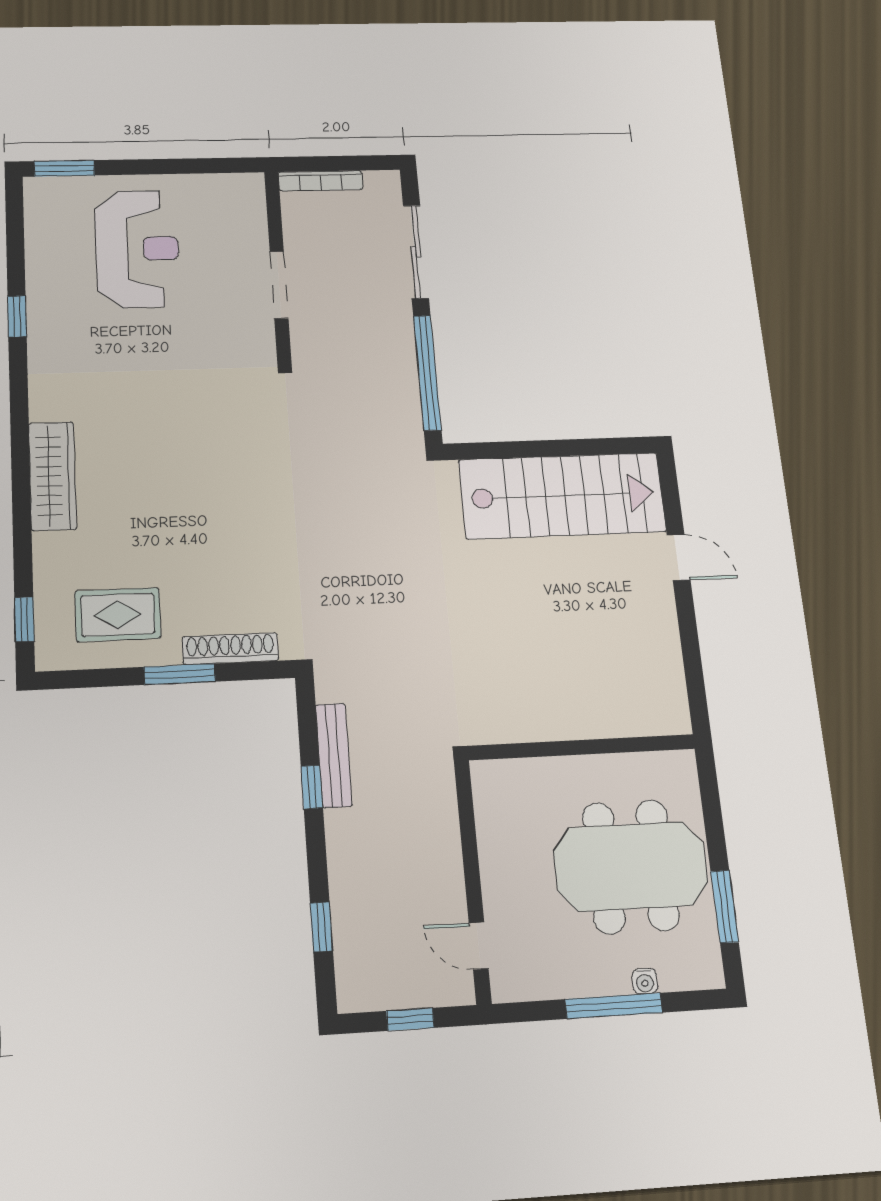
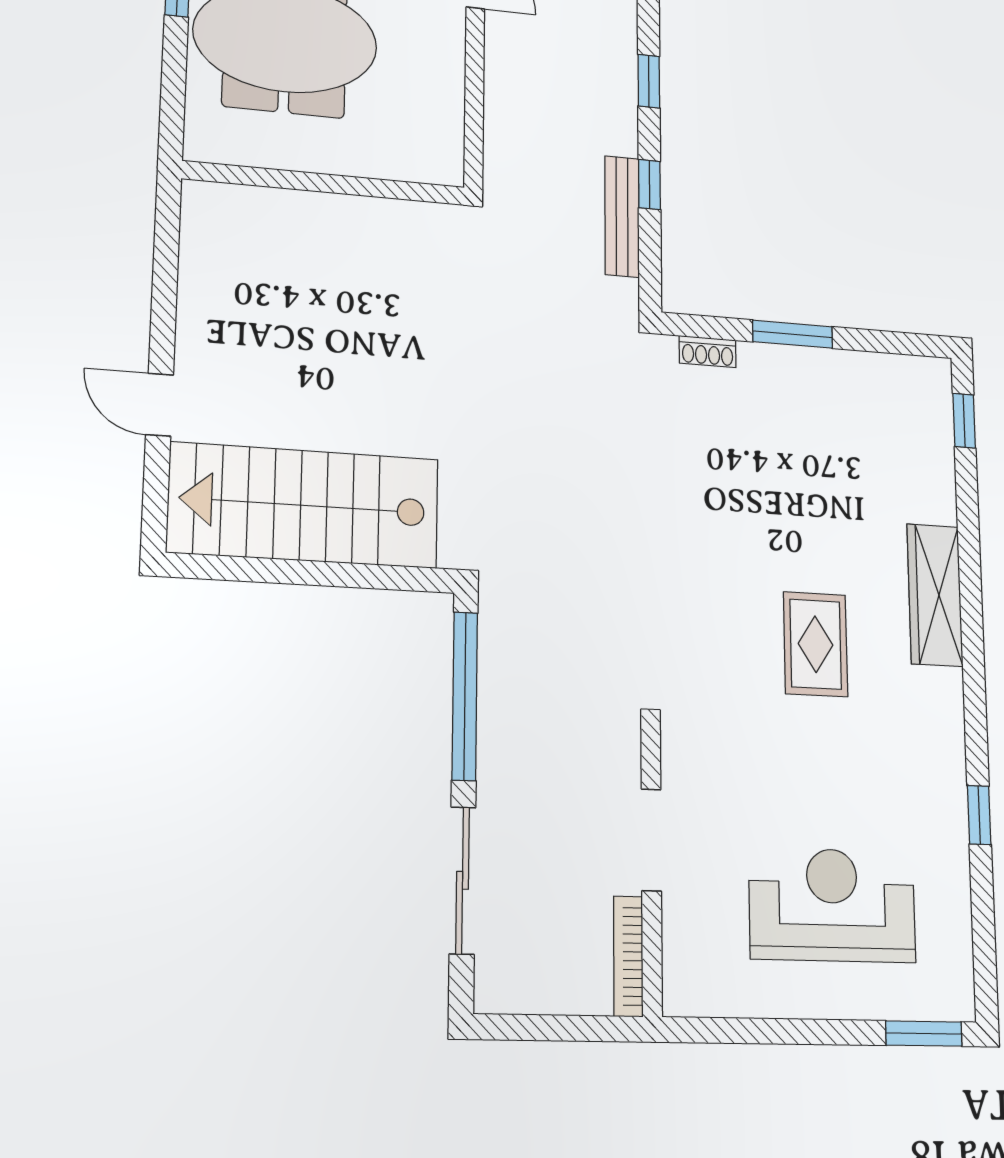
bookcase: (320, 181) -> (628, 956), moved, turned -90
reception desk: (137, 249) -> (832, 905), turned 90
rug: (118, 615) -> (816, 644), moved, turned 90
shoe rack: (230, 649) -> (708, 352), width x0.51, depth x0.81
window: (321, 927) -> (649, 81), moved

